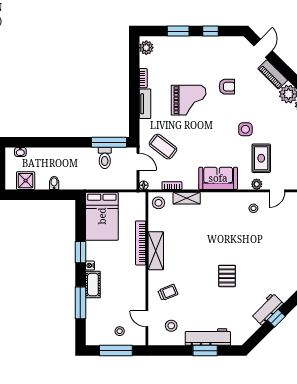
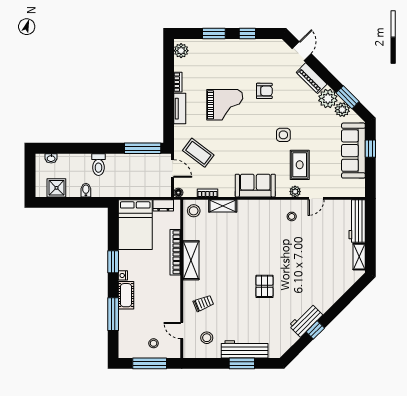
toilet: (105, 158) -> (98, 165), moved
dresser: (129, 198) -> (163, 205), added

